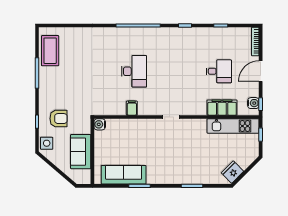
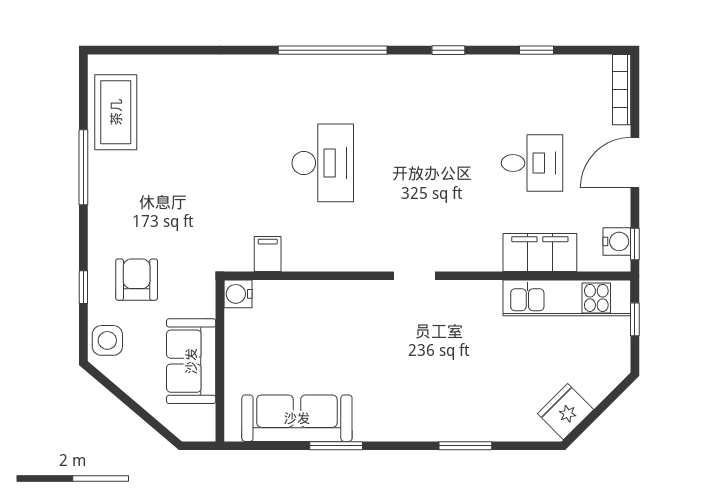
filing cabinet: (132, 108) -> (268, 254), moved
armchair: (59, 119) -> (137, 280), turned -90

